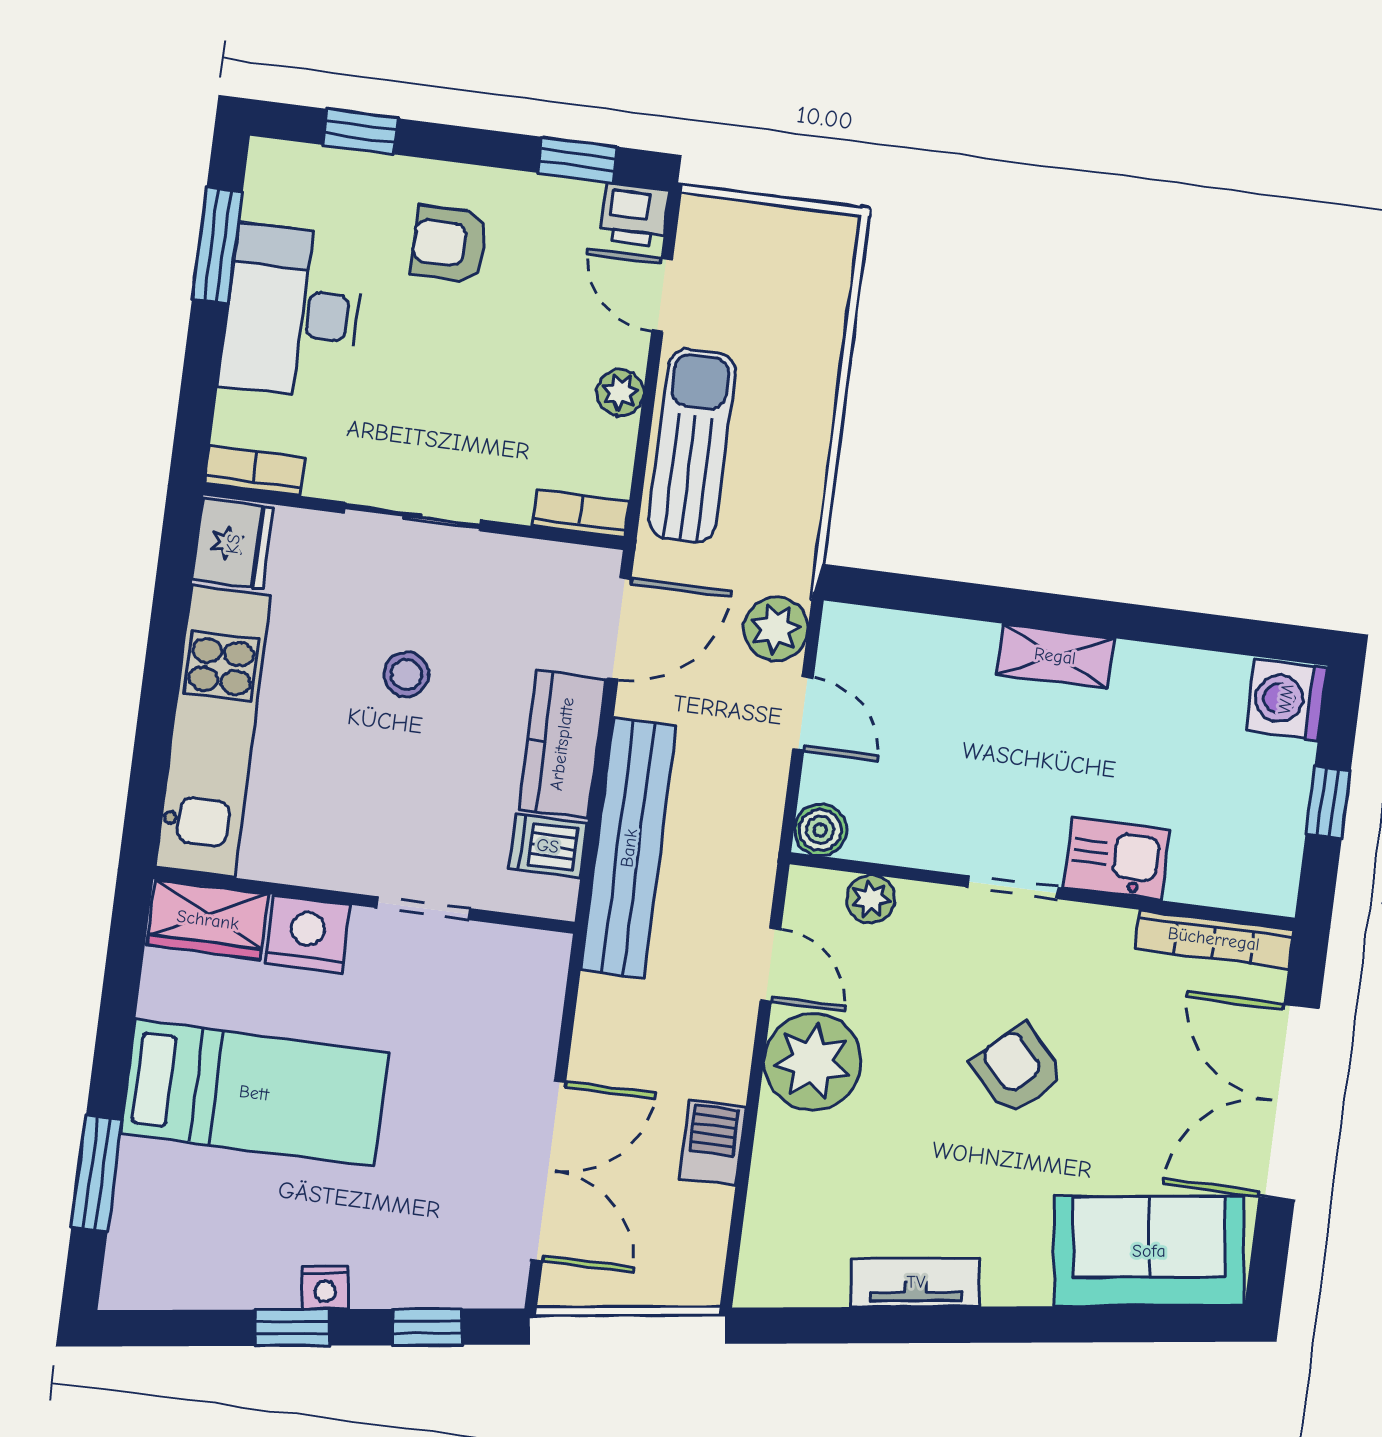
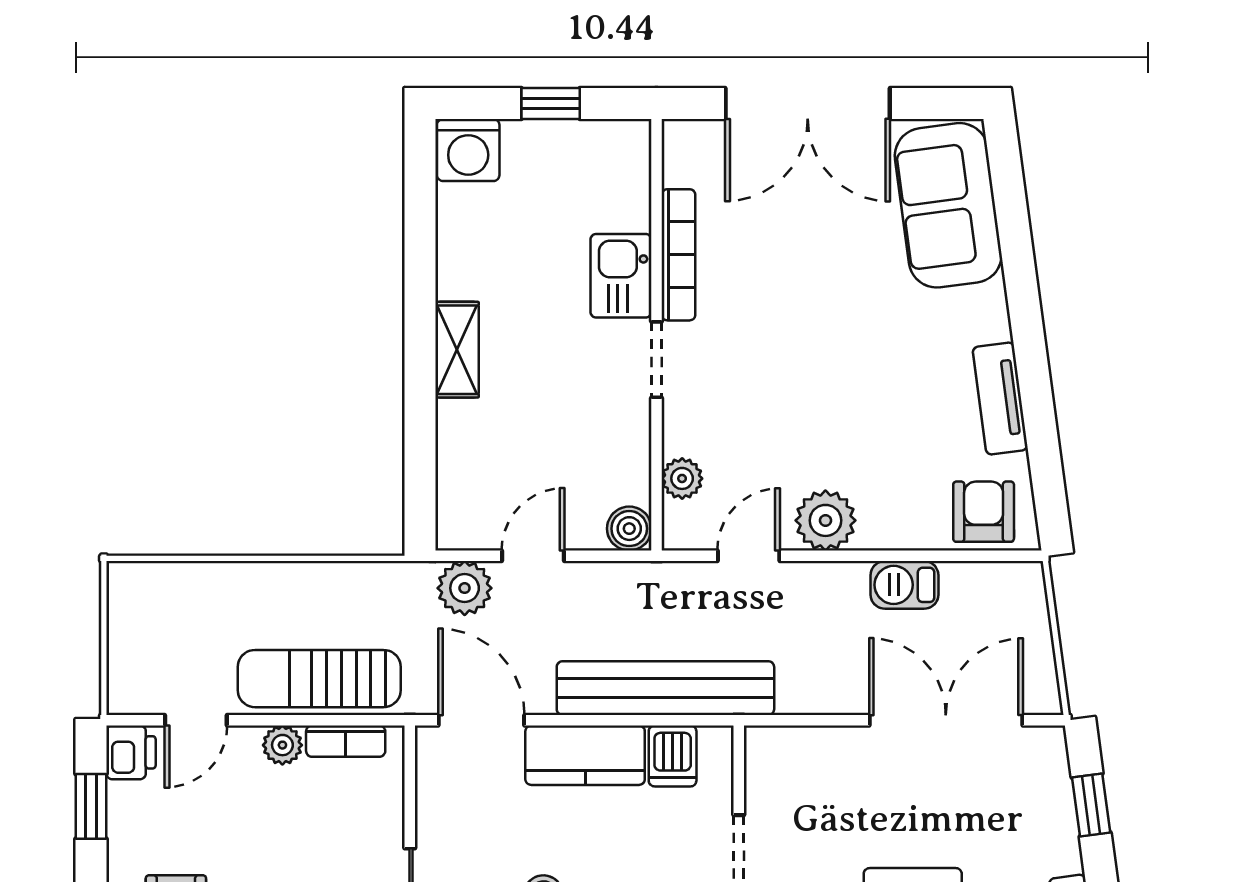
bookcase: (581, 514) -> (346, 741), moved, turned -90
bookcase: (1214, 939) -> (678, 255), moved
plant: (813, 1062) -> (825, 520), width x0.73, depth x0.73
armchair: (1018, 1070) -> (984, 512), moved, turned 133

